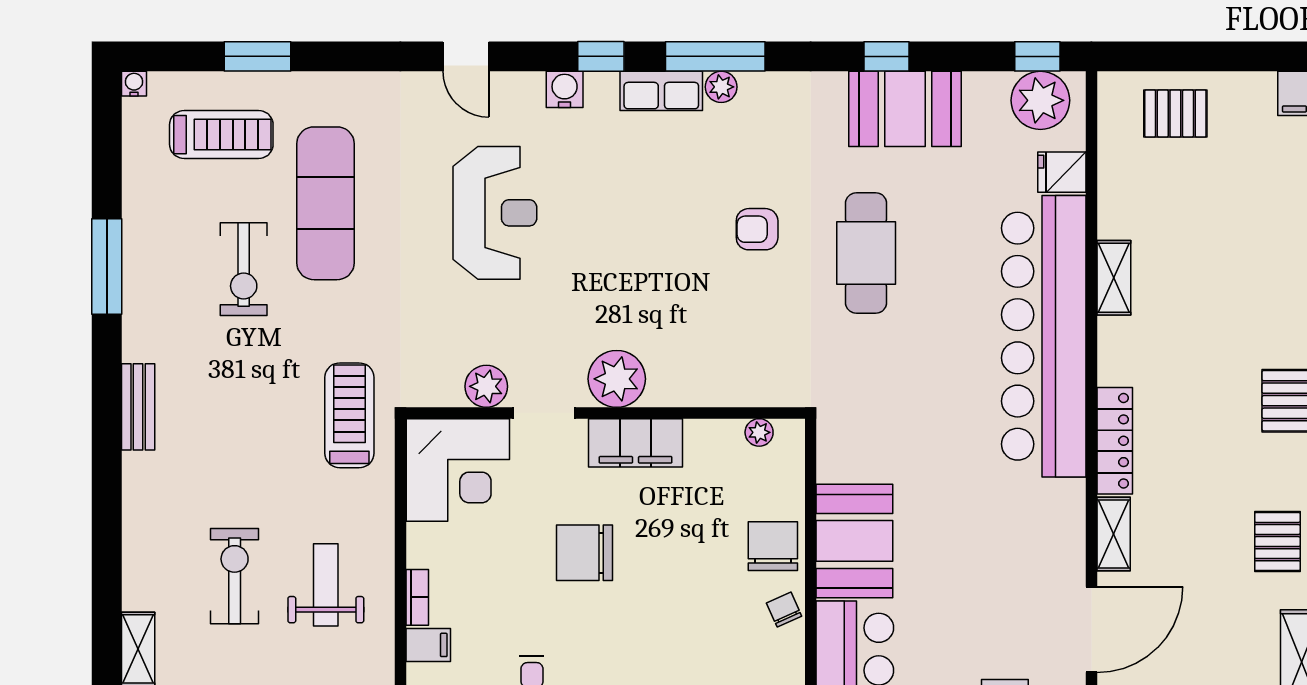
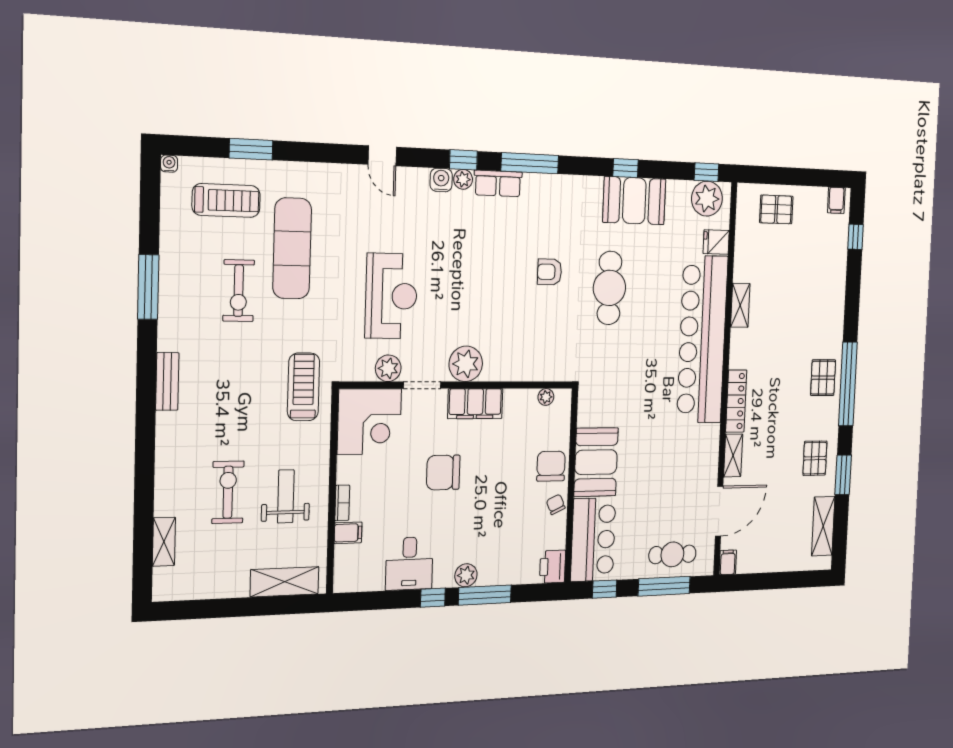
plant: (721, 87) -> (463, 179), moved
reception desk: (495, 213) -> (391, 296), moved

